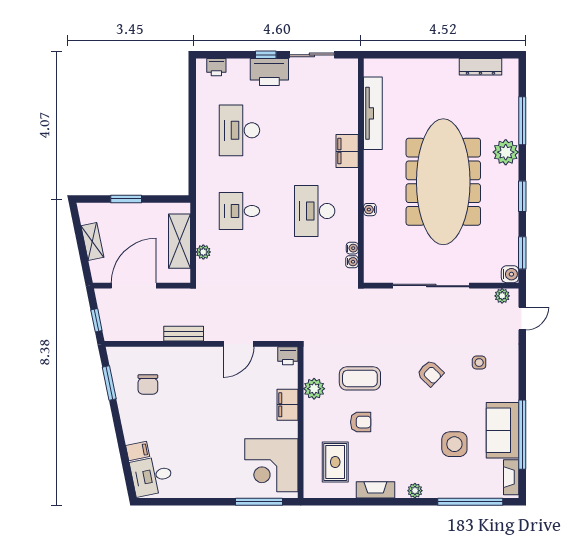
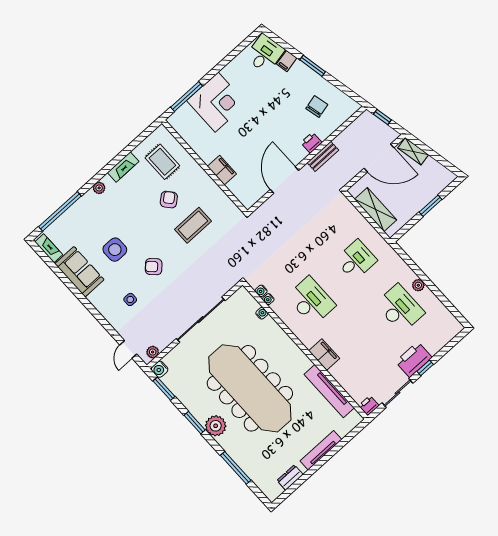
tv unit: (430, 66) -> (321, 450), added
printer: (216, 67) -> (369, 406), moved
dresser: (480, 67) -> (290, 477), width x0.70
plant: (506, 152) -> (216, 426), moved
water cooler: (370, 210) -> (262, 313), moved
shelving: (92, 241) -> (413, 151), moved
plant: (203, 252) -> (418, 285), moved
door: (134, 286) -> (379, 158), hinge flipped
door: (239, 344) -> (284, 180), width x1.36
printer: (288, 356) -> (311, 143), moved
window: (109, 383) -> (313, 66), moved
chair: (148, 384) -> (317, 106), turned 76
plant: (314, 389) -> (215, 194), removed
armchair: (361, 422) -> (169, 200), turned 140
window: (522, 435) -> (65, 280), removed
side table: (454, 444) -> (115, 250), moved
corner desk: (271, 465) -> (217, 102), moved, turned 90

